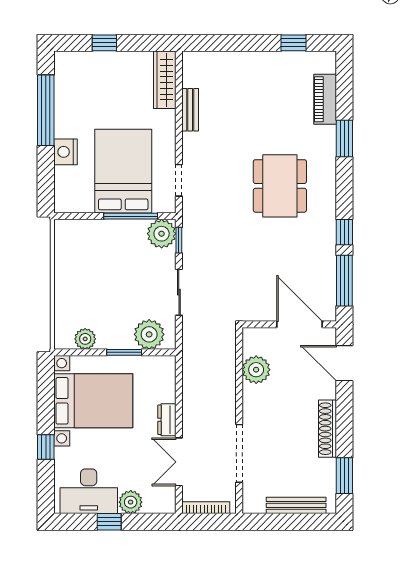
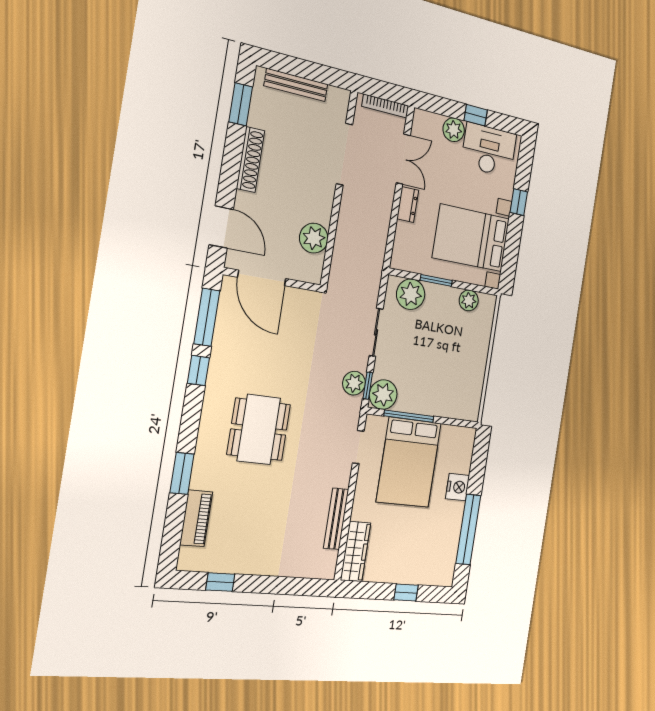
bench: (190, 110) -> (336, 519), width x1.36
plant: (194, 241) -> (354, 383), added

